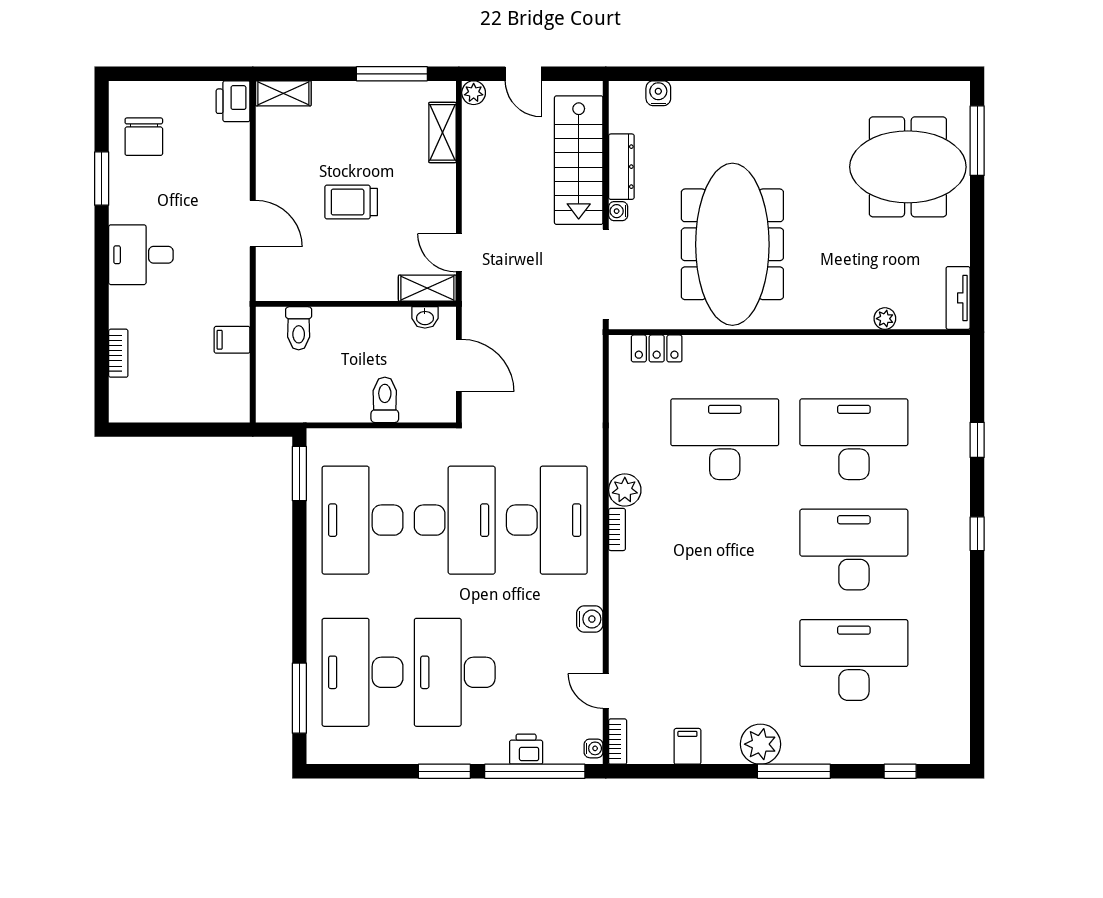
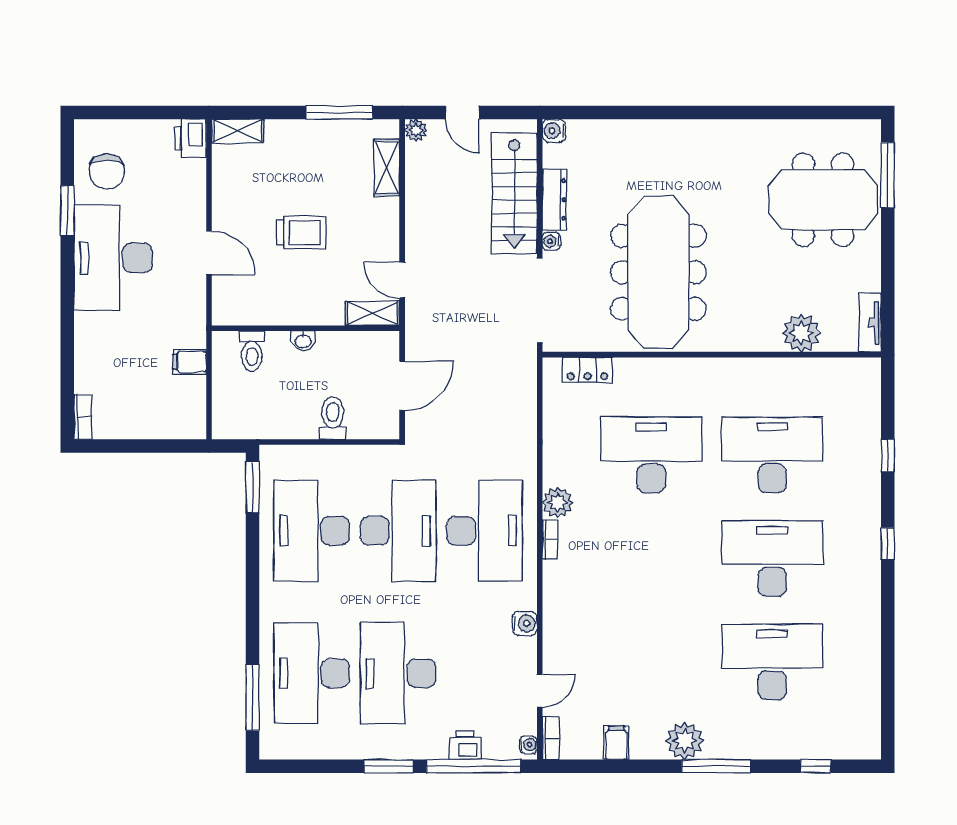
water cooler: (658, 93) -> (554, 131), moved, turned -90
trolley: (351, 202) -> (301, 233), turned 180
desk: (141, 255) -> (113, 258), width x1.87, depth x1.30
washbasin: (425, 317) -> (303, 341), moved
plant: (885, 319) -> (801, 333), width x1.88, depth x1.88
bookcase: (118, 353) -> (83, 417), moved
door: (459, 365) -> (402, 386), hinge flipped
door: (606, 691) -> (540, 691), swing flipped

